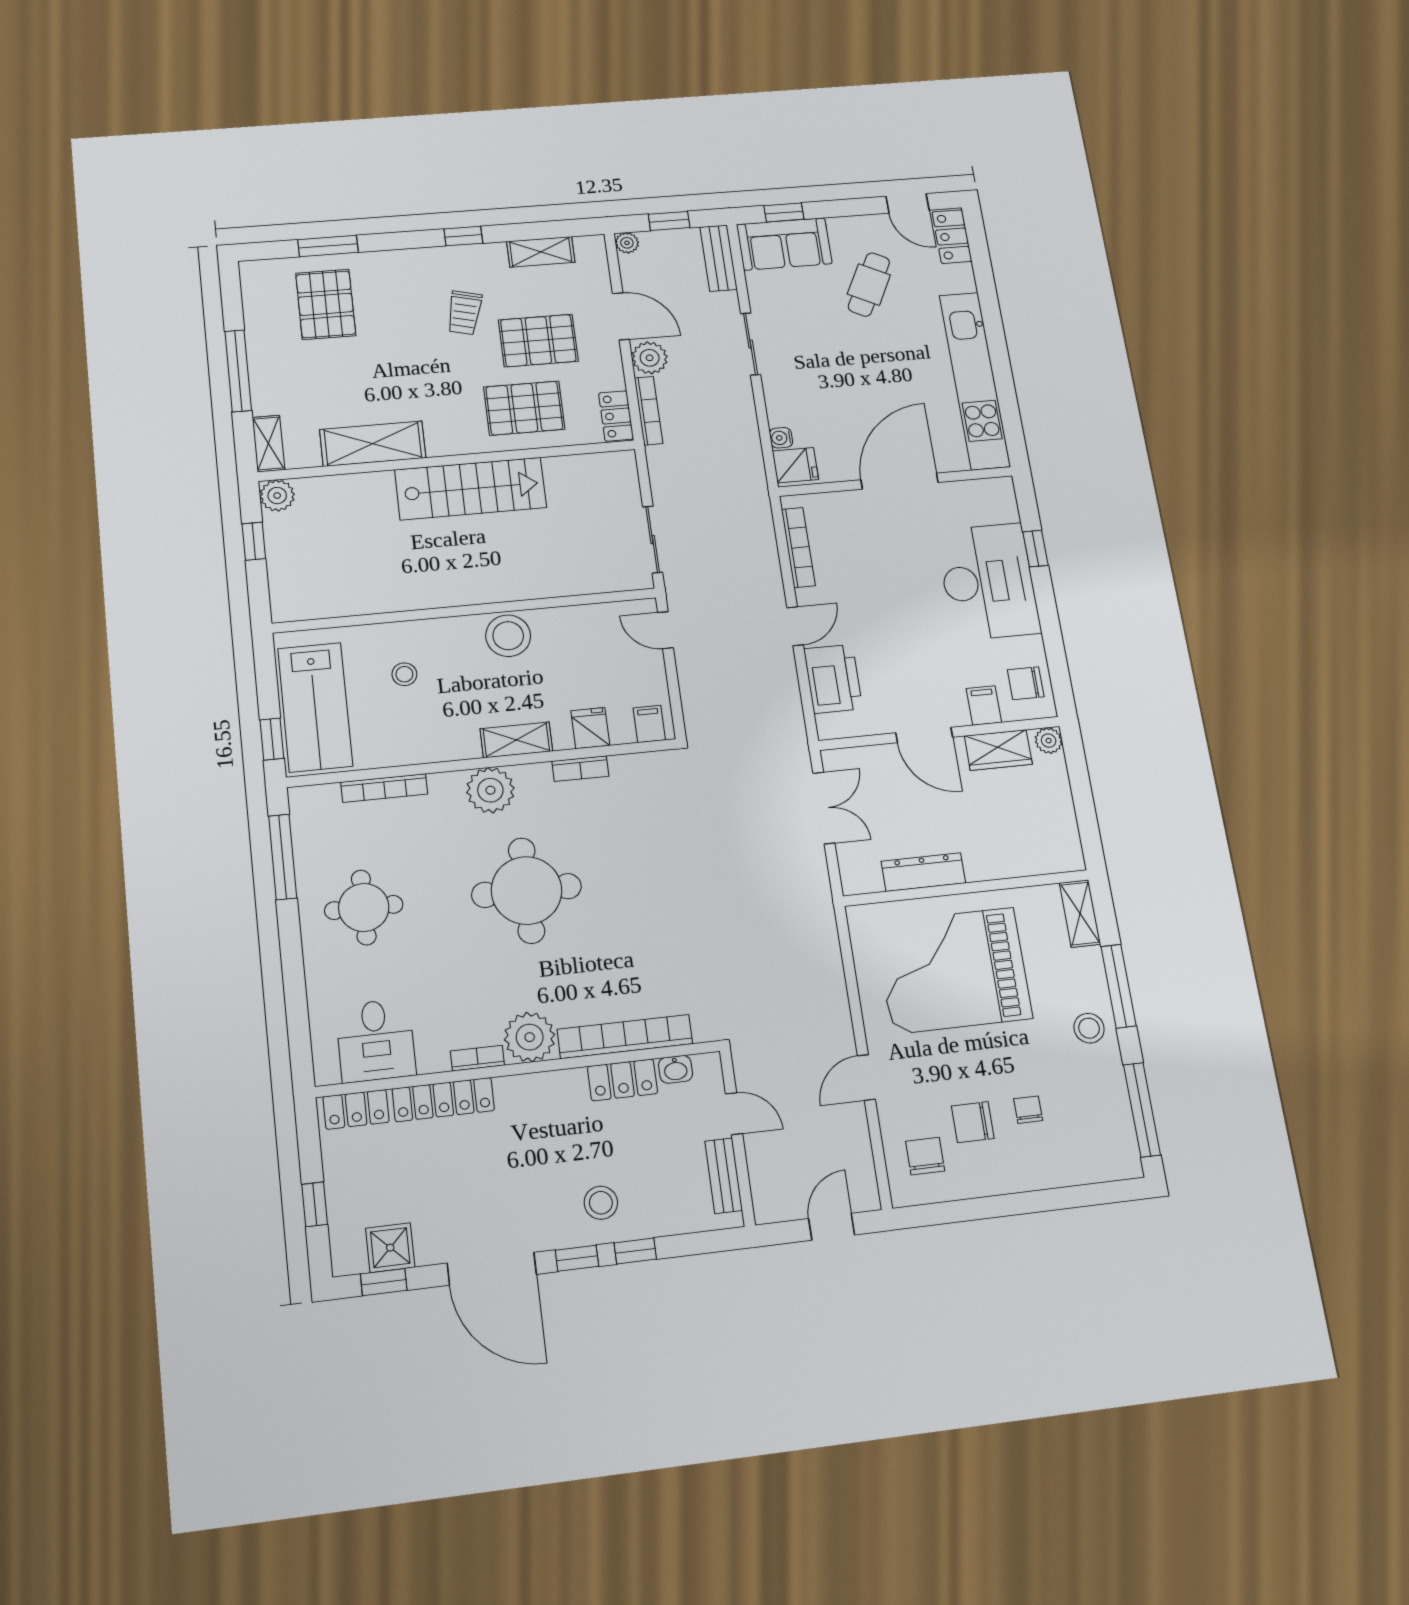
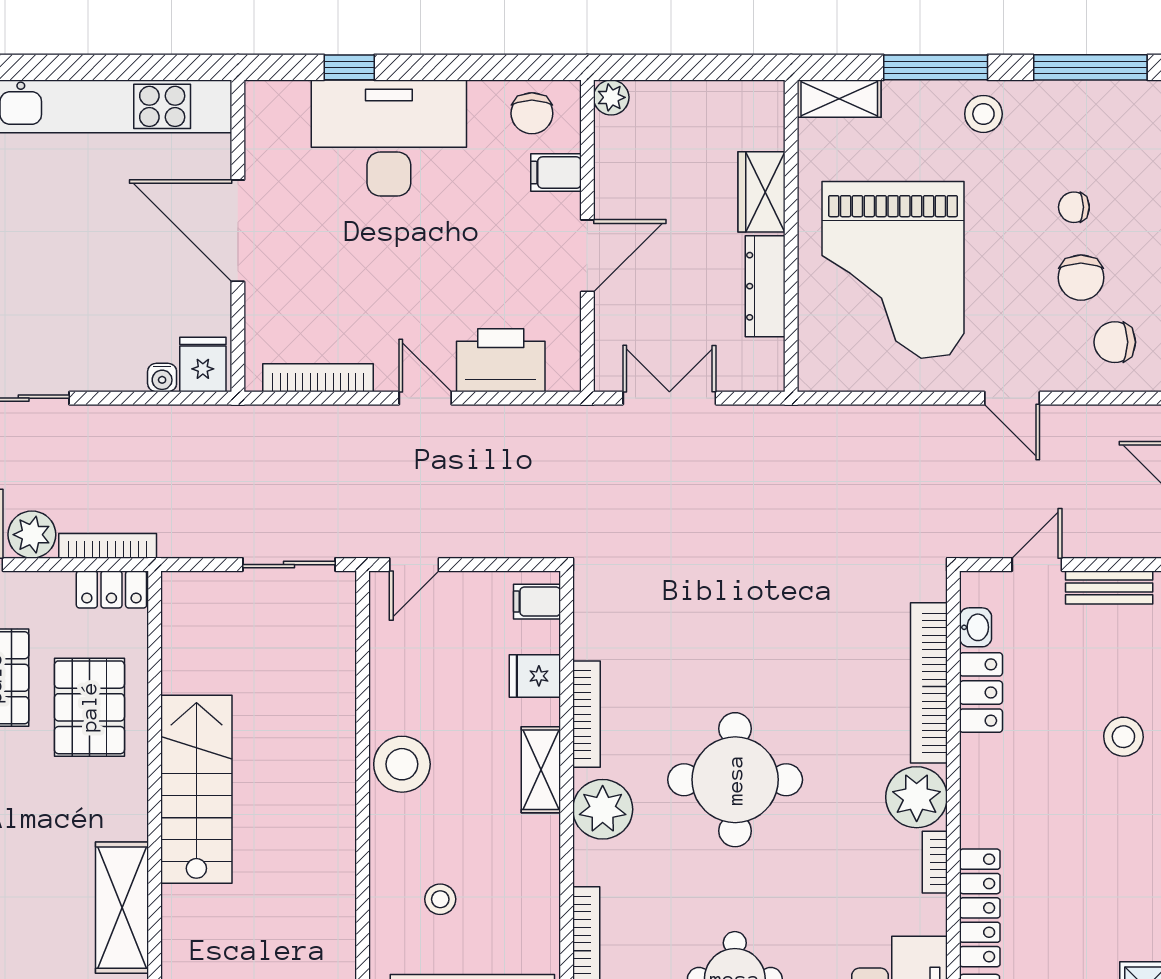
wardrobe: (998, 750) -> (762, 192), moved, turned 180
bookcase: (580, 769) -> (586, 714), width x1.56

